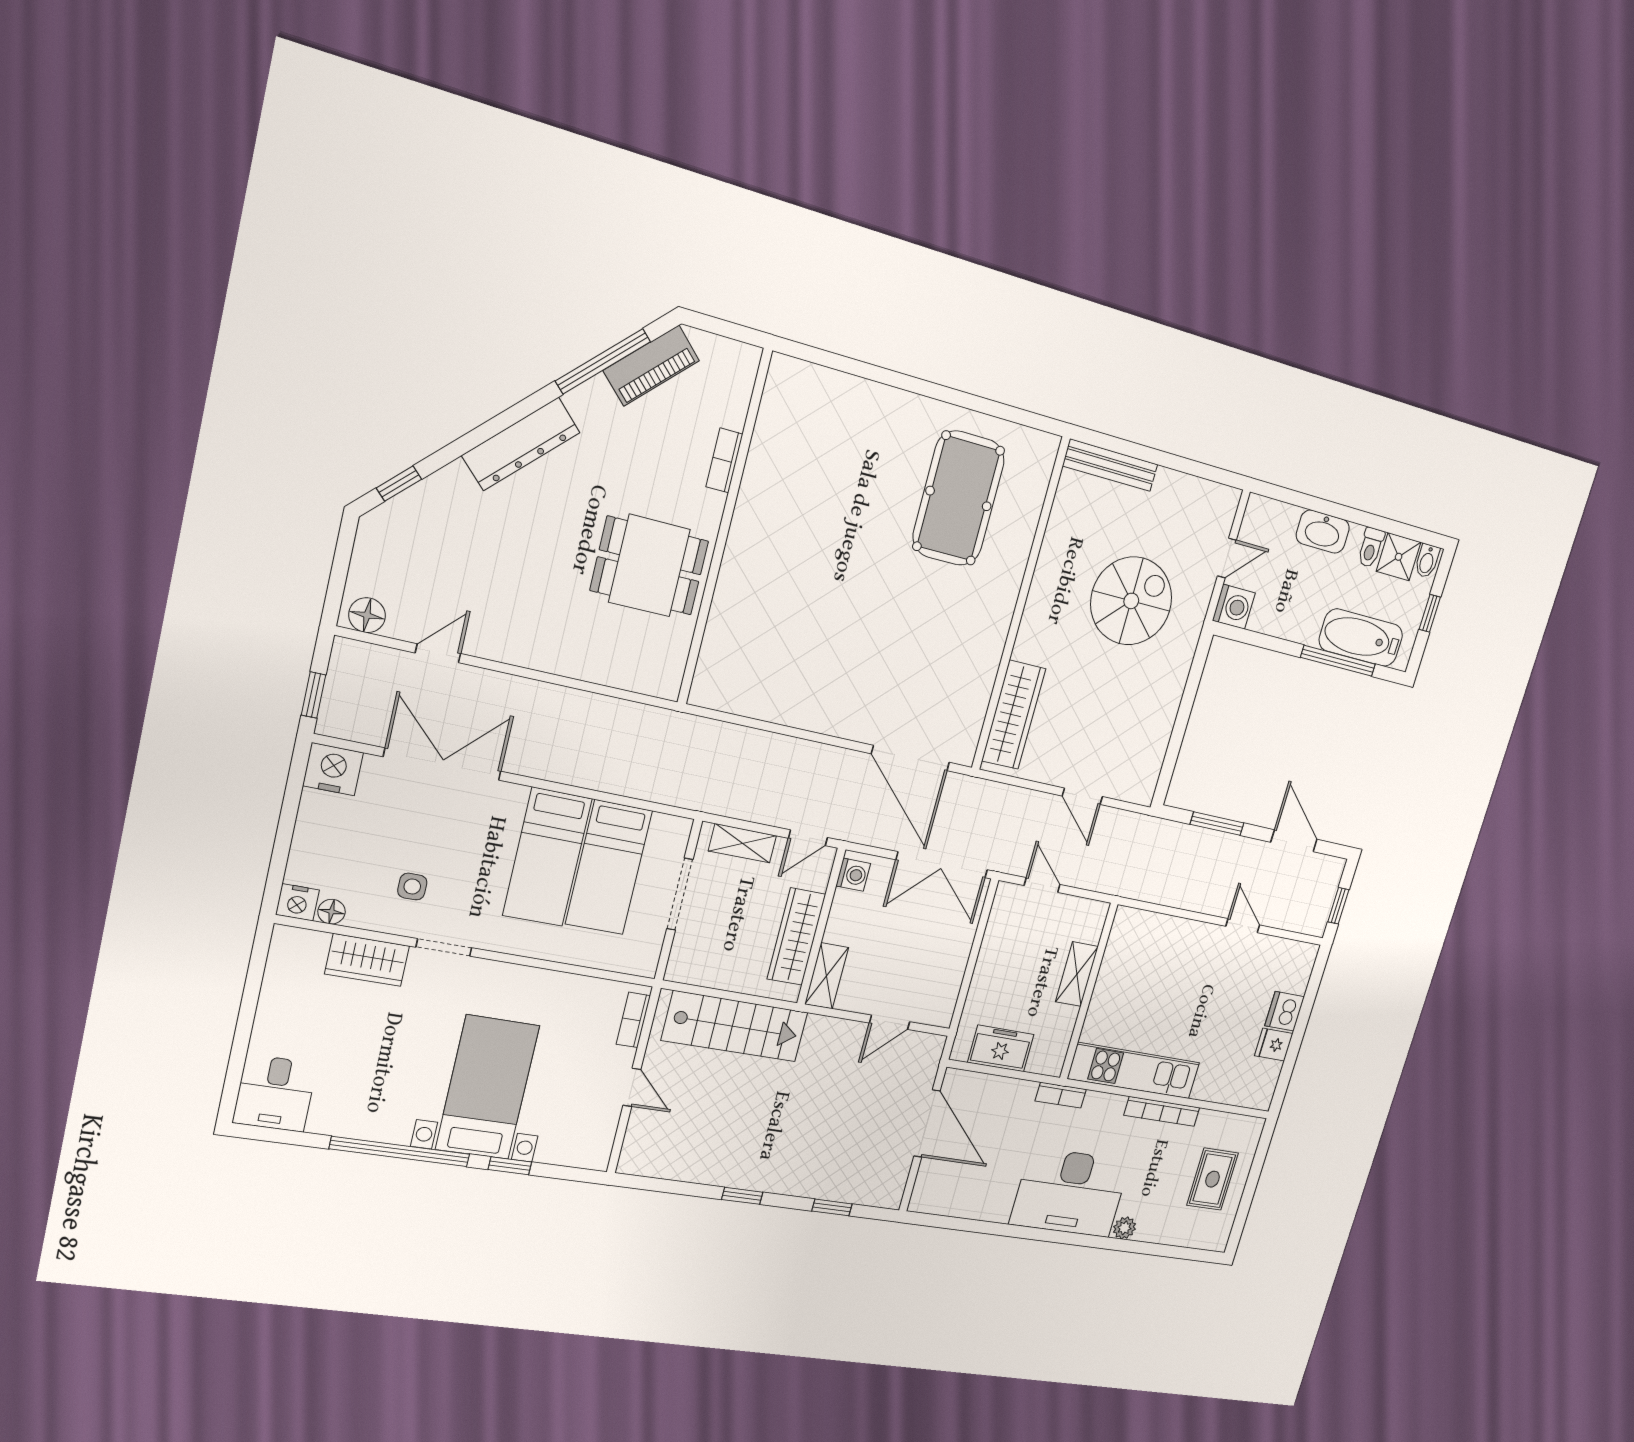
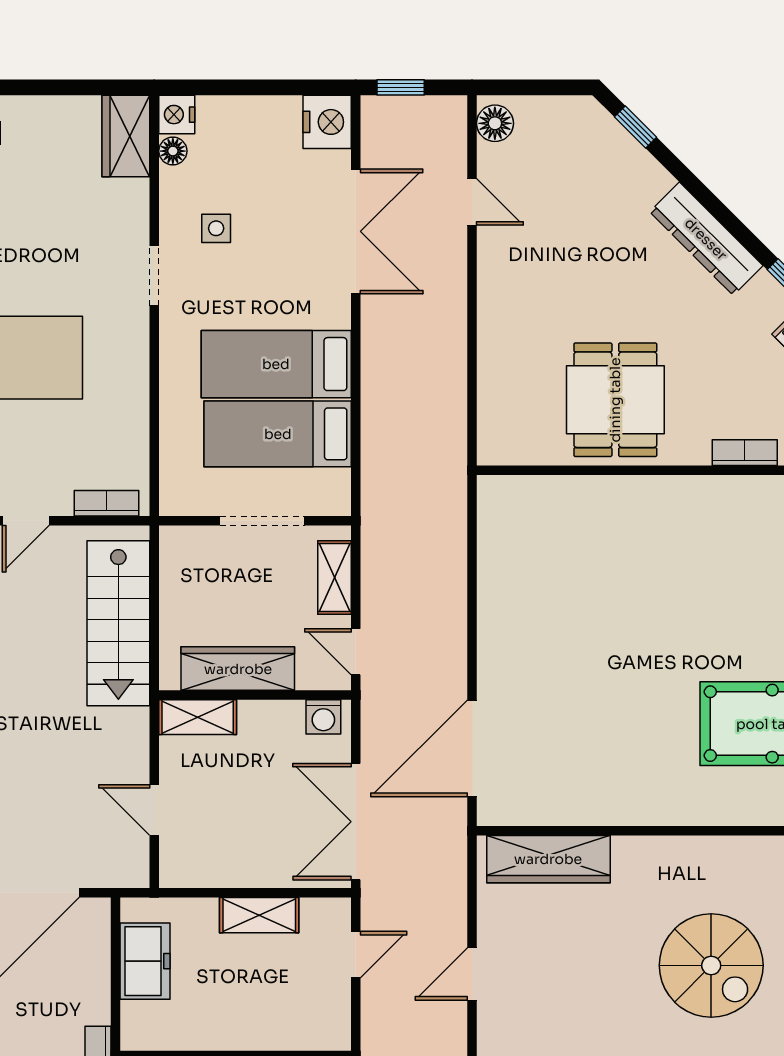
wardrobe: (367, 960) -> (126, 136), moved
shelving: (1077, 974) -> (259, 915), moved

